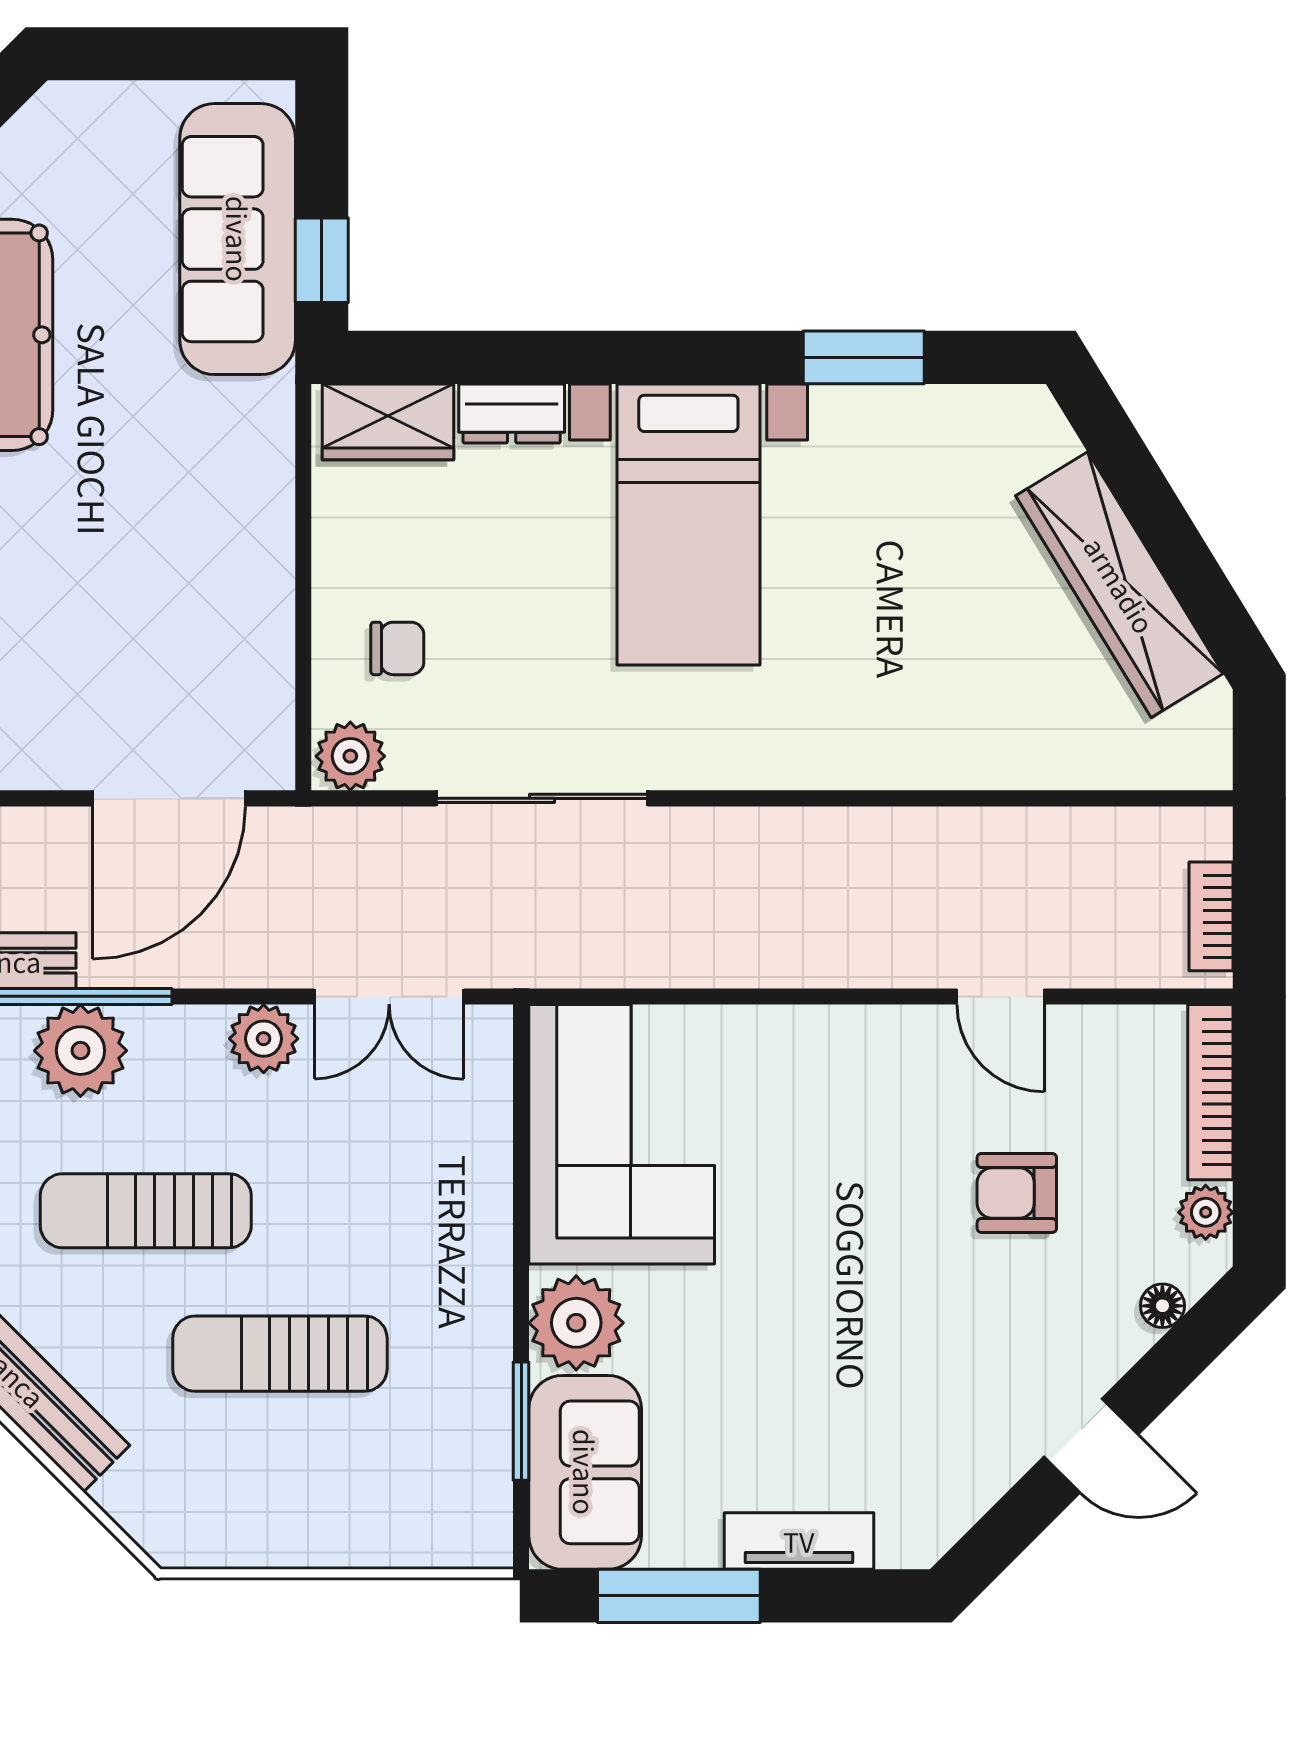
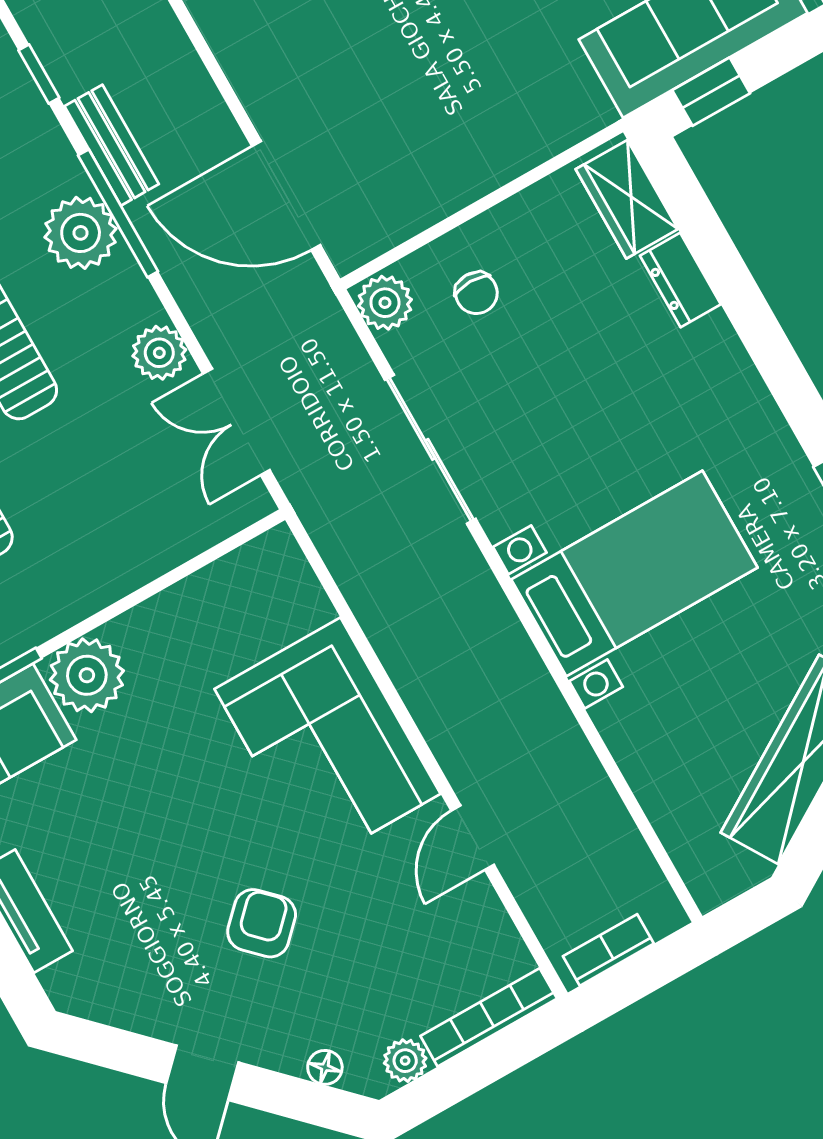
bed with nightstands: (688, 524) -> (634, 573), moved, turned 180
corner sofa: (622, 1134) -> (328, 741), moved, turned 90
armchair: (1017, 1193) -> (262, 923), moved, turned 45

